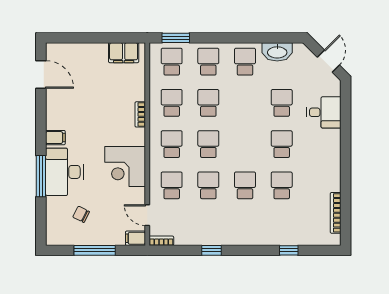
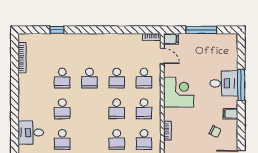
desk: (64, 172) -> (224, 83), width x0.73
chair: (81, 214) -> (215, 132), moved
window: (212, 250) -> (114, 30), removed

